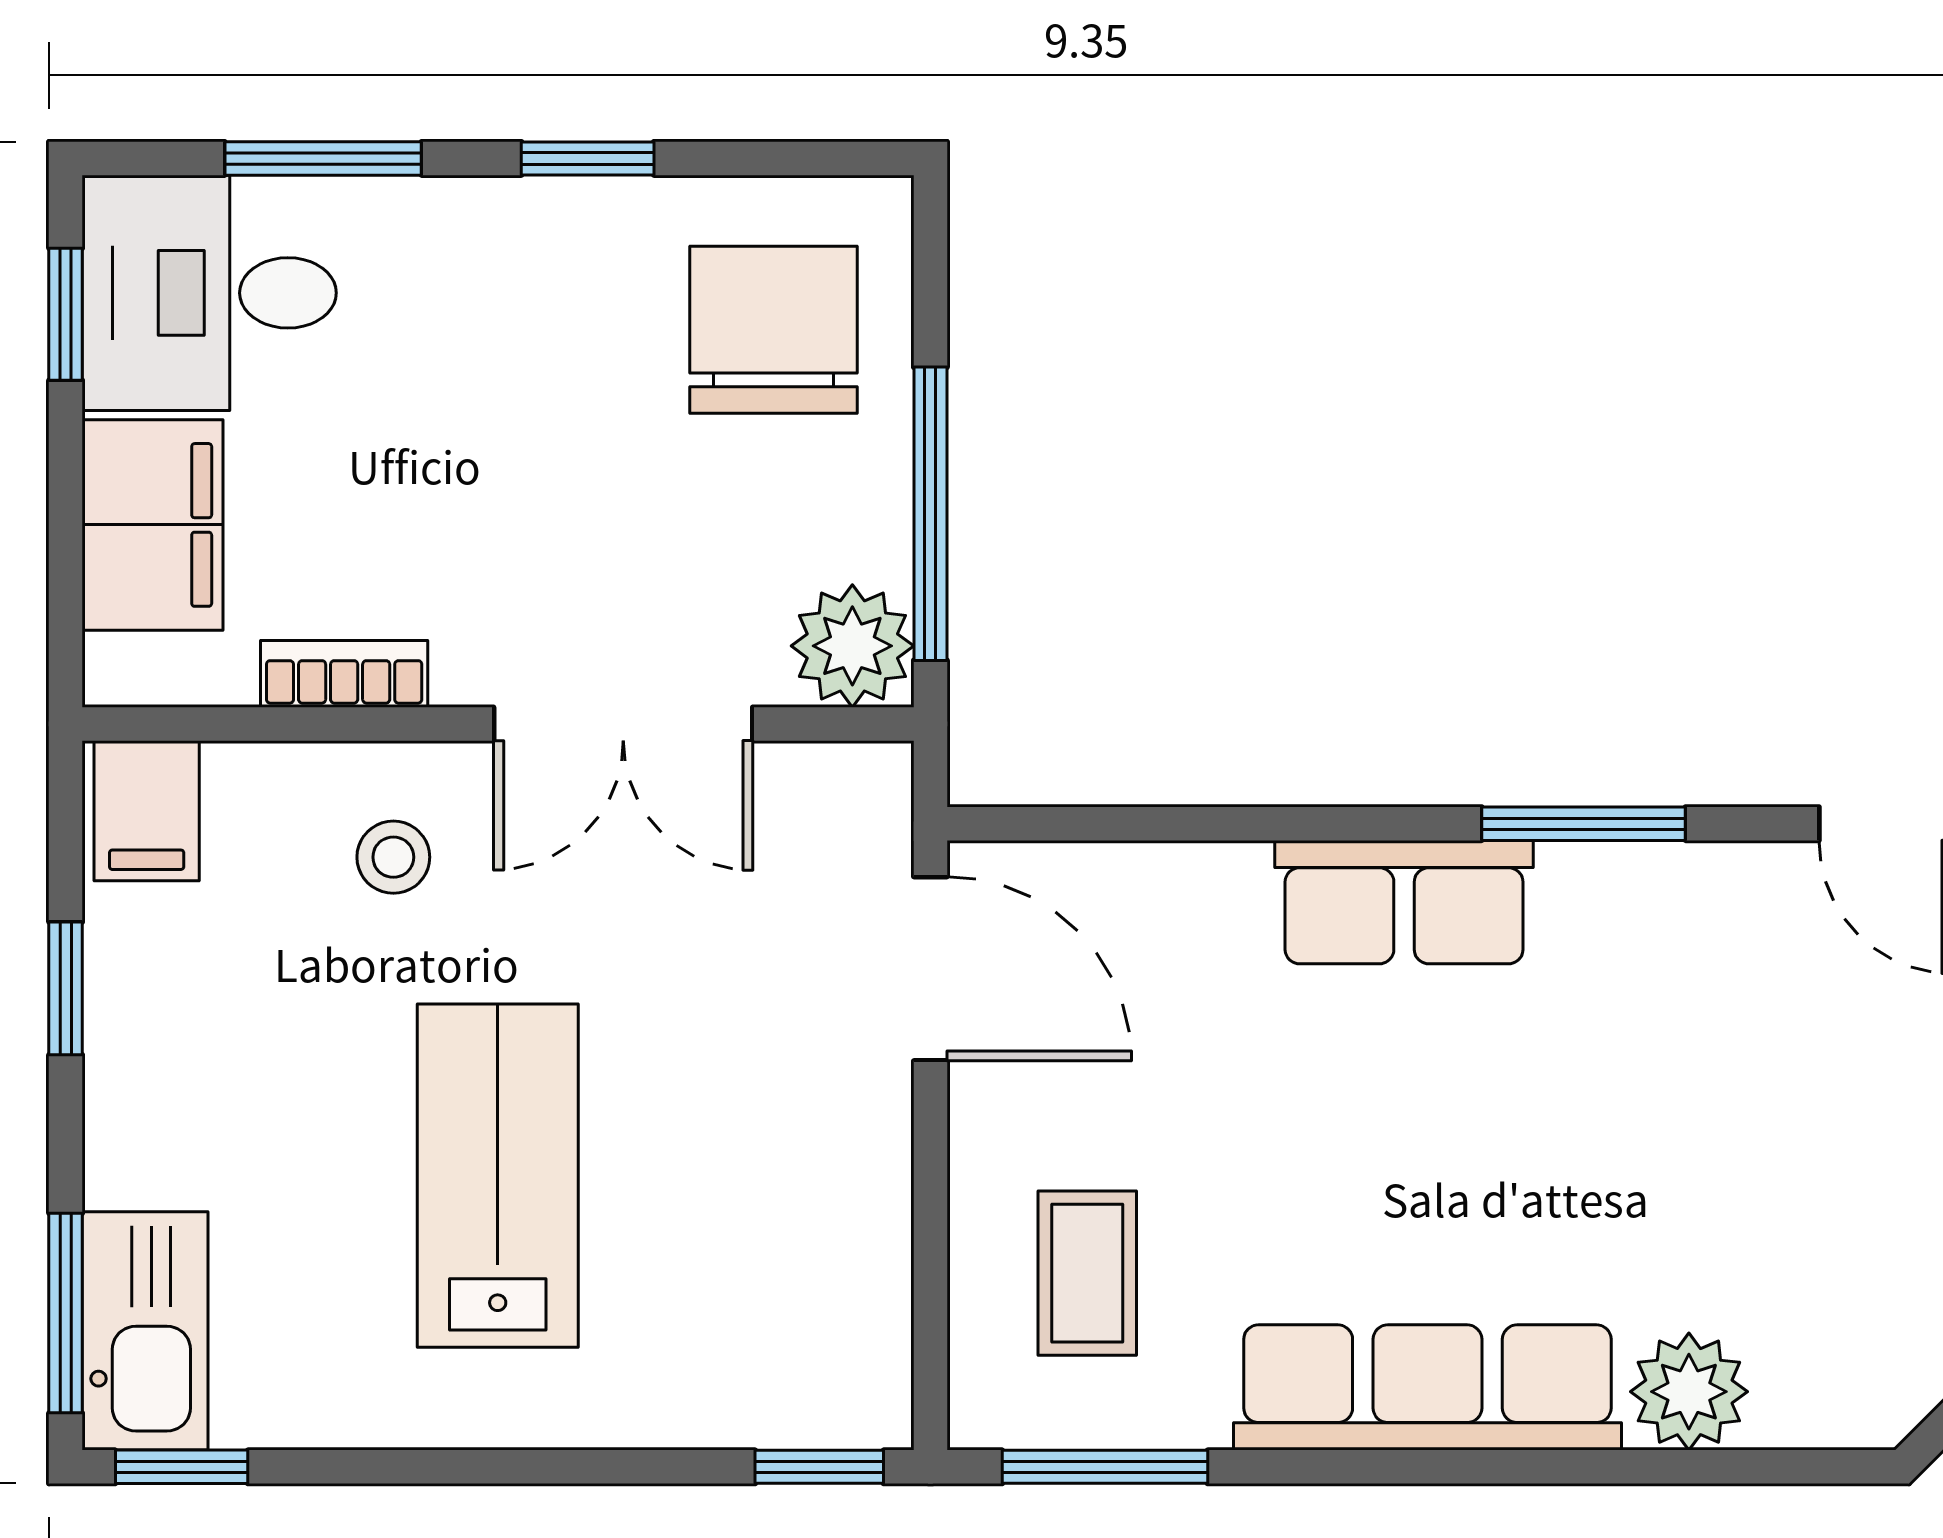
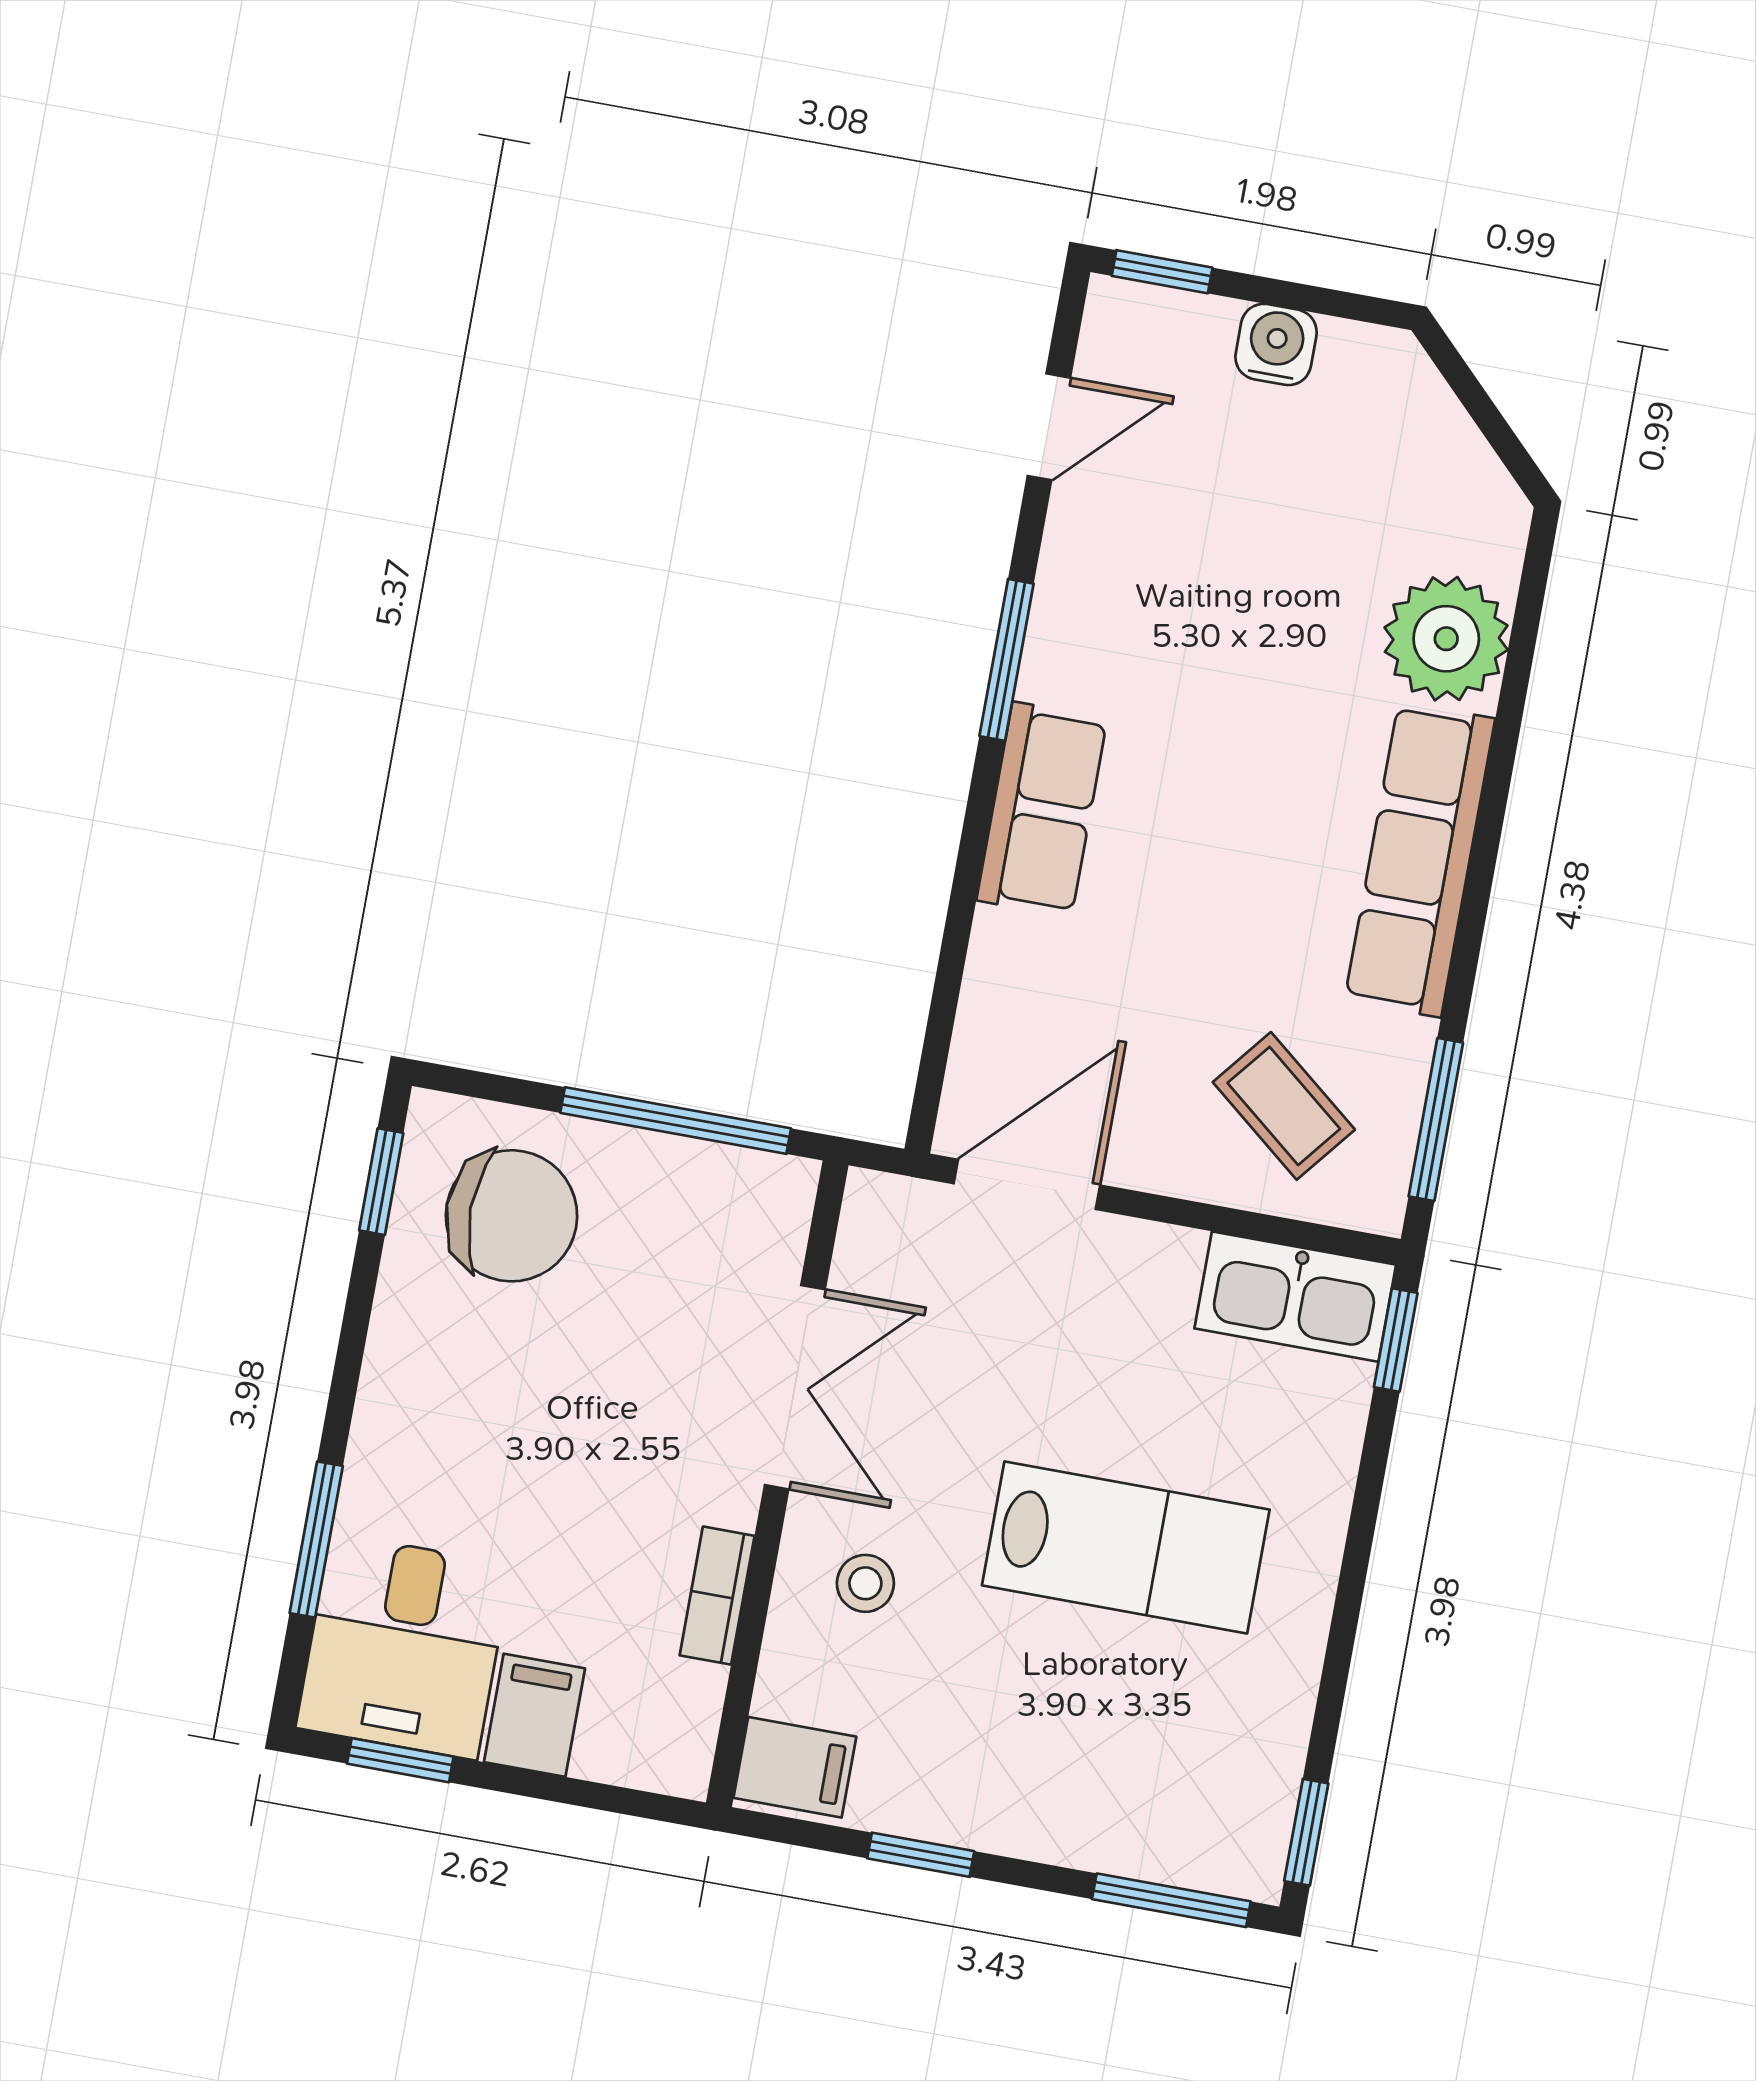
window: (588, 158) -> (381, 1182), moved
chair: (774, 330) -> (512, 1216), turned 180
filing cabinet: (152, 525) -> (534, 1715), width x0.50
plant: (852, 646) -> (767, 1199), removed
lab bench: (498, 1176) -> (1126, 1547), turned 180
coffee table: (1087, 1273) -> (1284, 1106), turned 39
kitchen sink: (145, 1331) -> (1295, 1297), moved, turned 180
plant: (1689, 1392) -> (1446, 639), width x1.36, depth x1.36

